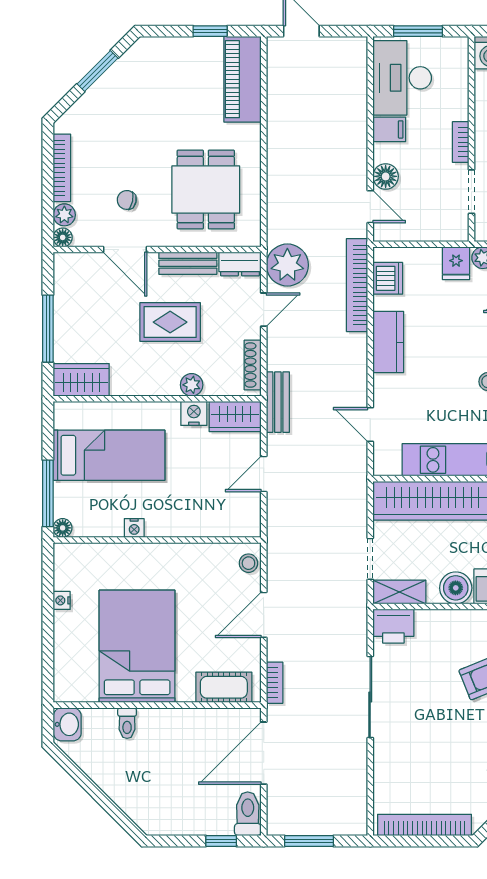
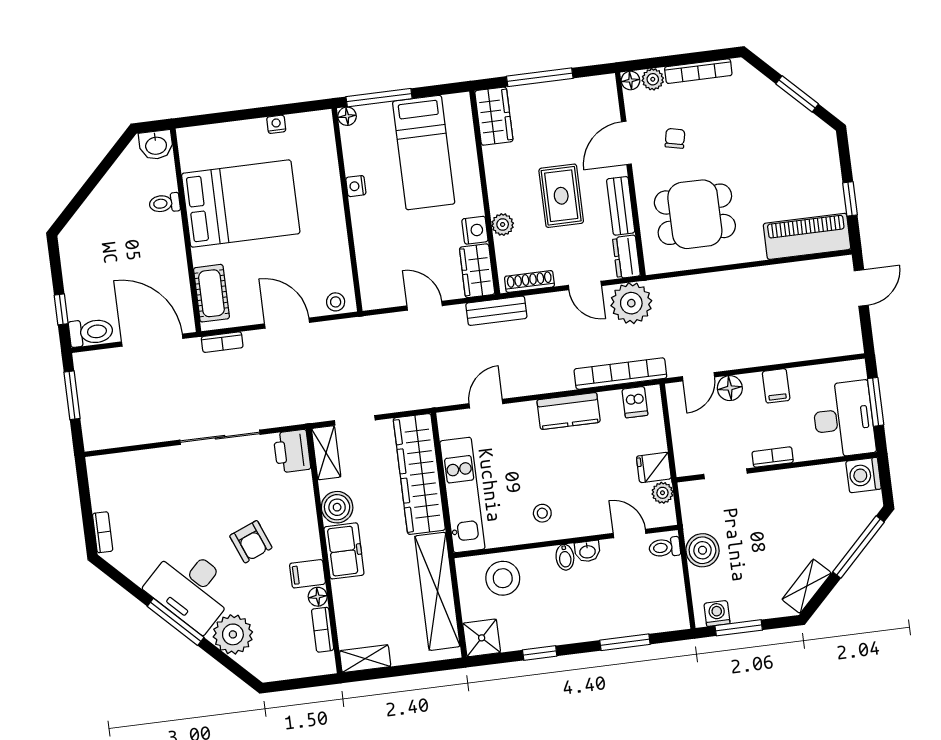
desk: (402, 78) -> (844, 419), moved, turned 90
dishwasher: (388, 278) -> (635, 402), width x0.73
bookcase: (424, 825) -> (103, 532), width x0.43, depth x0.76

